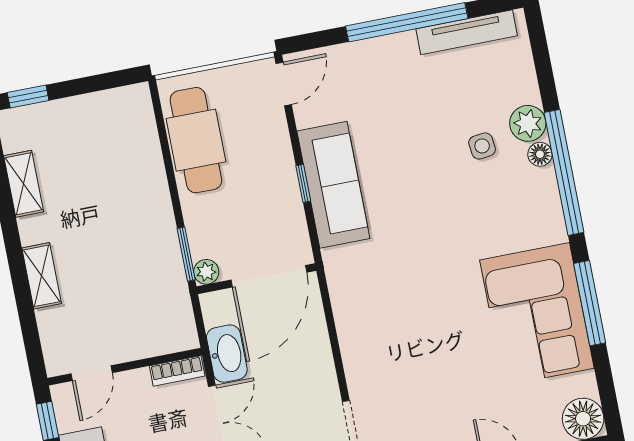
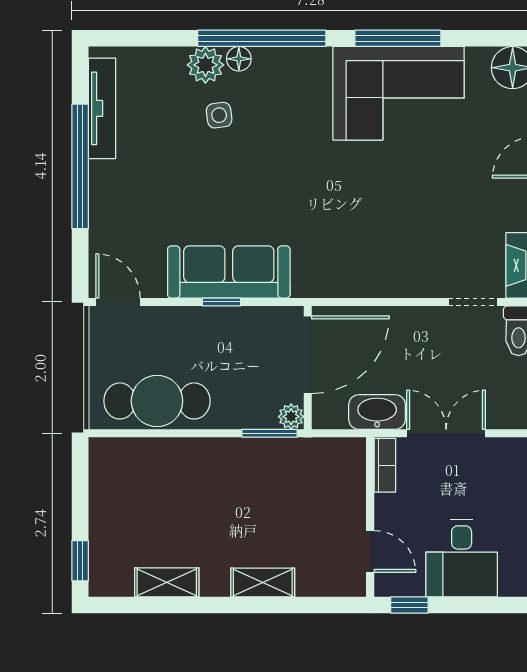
door: (269, 276) -> (308, 355), hinge flipped

